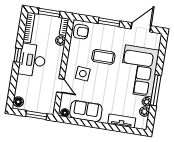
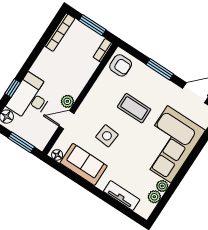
plant: (61, 41) -> (67, 101), moved
window: (18, 55) -> (13, 88), moved
desk: (32, 60) -> (30, 98), moved
side table: (83, 74) -> (107, 136), moved
door: (60, 86) -> (66, 120), swing flipped
window: (156, 90) -> (179, 177), removed

